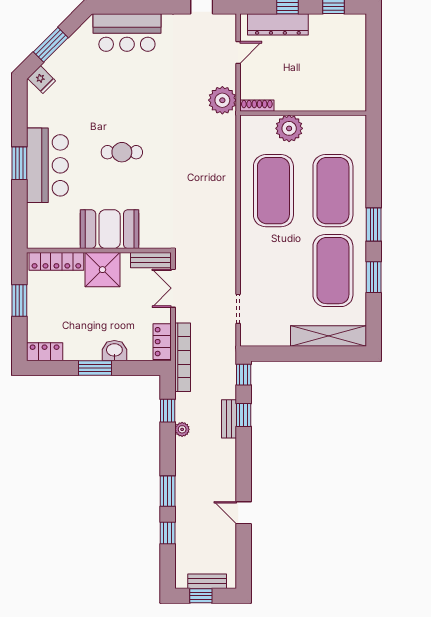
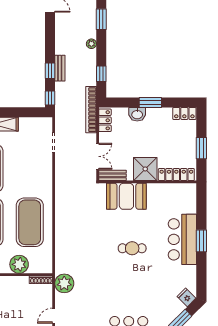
booth: (110, 229) -> (126, 196), moved
plant: (182, 429) -> (91, 44), moved

